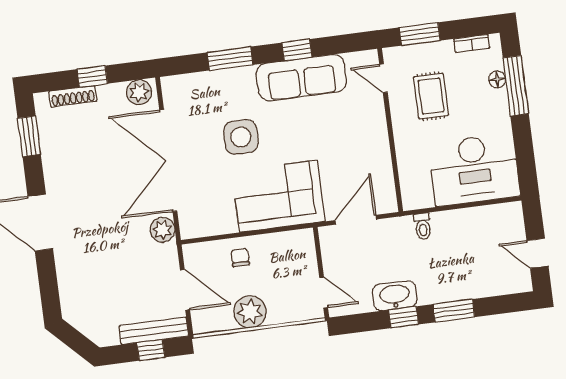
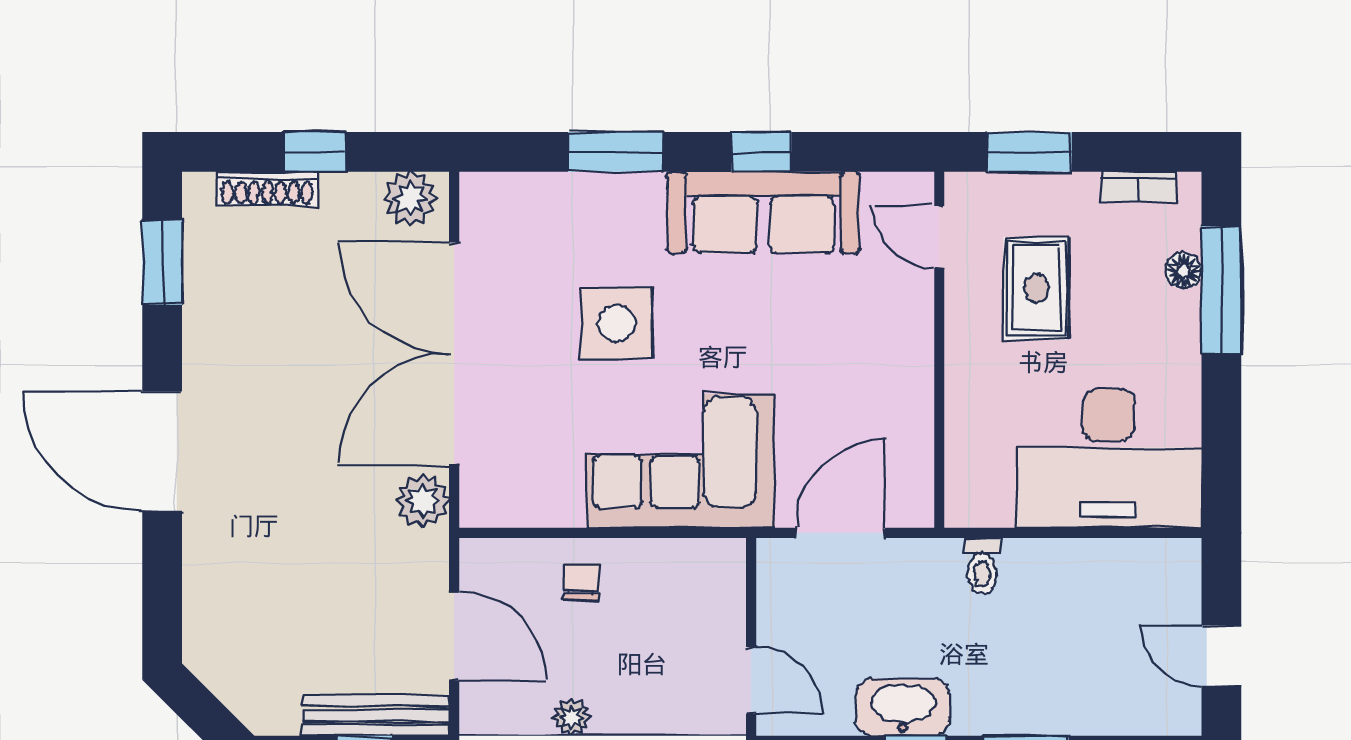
plant: (250, 312) -> (571, 717), width x0.53, depth x0.53

